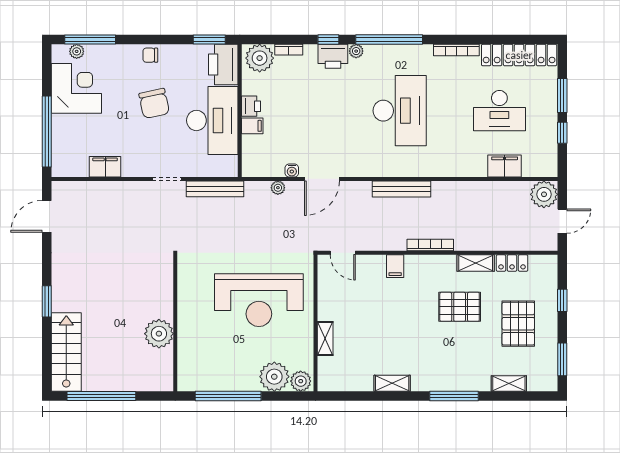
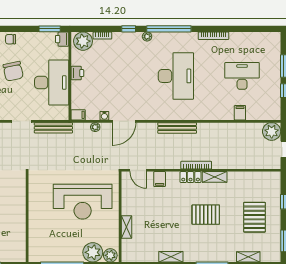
locker: (519, 55) -> (255, 39), removed
printer: (333, 56) -> (132, 40), removed
printer: (223, 64) -> (62, 39), width x0.53, depth x0.68
desk: (499, 111) -> (242, 76), turned 180
filing cabinet: (252, 126) -> (78, 115), moved
filing cabinet: (505, 166) -> (240, 113), width x0.50
shelving: (476, 263) -> (215, 177), moved
locker: (512, 263) -> (191, 177), moved
filing cabinet: (395, 266) -> (160, 179), moved
pallet: (460, 307) -> (206, 215), moved
plant: (159, 334) -> (16, 224), removed

